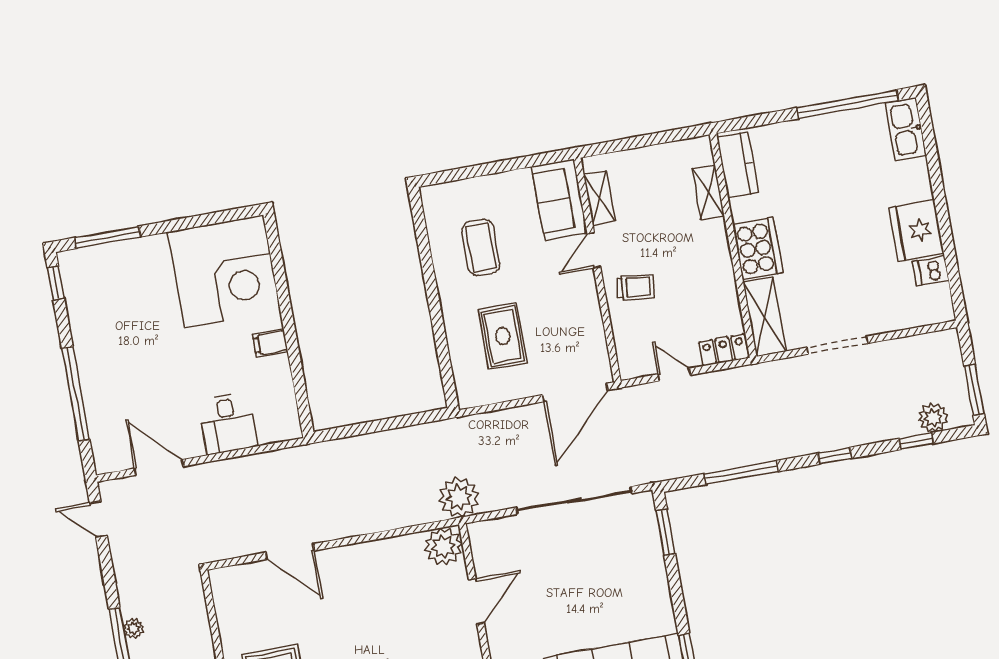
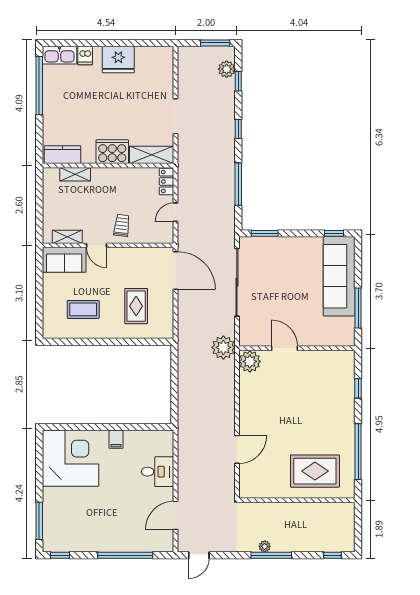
dishwasher: (931, 271) -> (85, 55), moved
rug: (503, 336) -> (136, 306), turned 90

